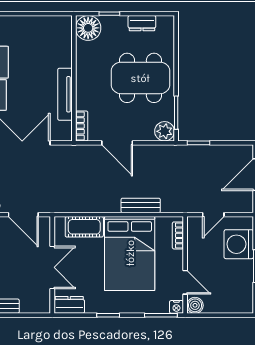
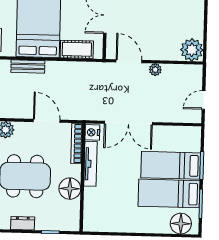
floor lamp: (88, 28) -> (70, 189), moved
bookcase: (82, 126) -> (77, 144), width x1.56
nightstand: (64, 131) -> (92, 132), added

